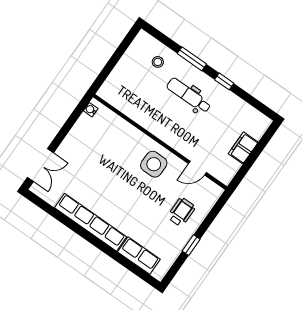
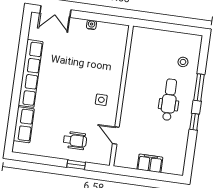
water cooler: (91, 110) -> (91, 25), moved
side table: (154, 164) -> (101, 100), width x0.54, depth x0.54
window: (191, 245) -> (76, 165), moved

